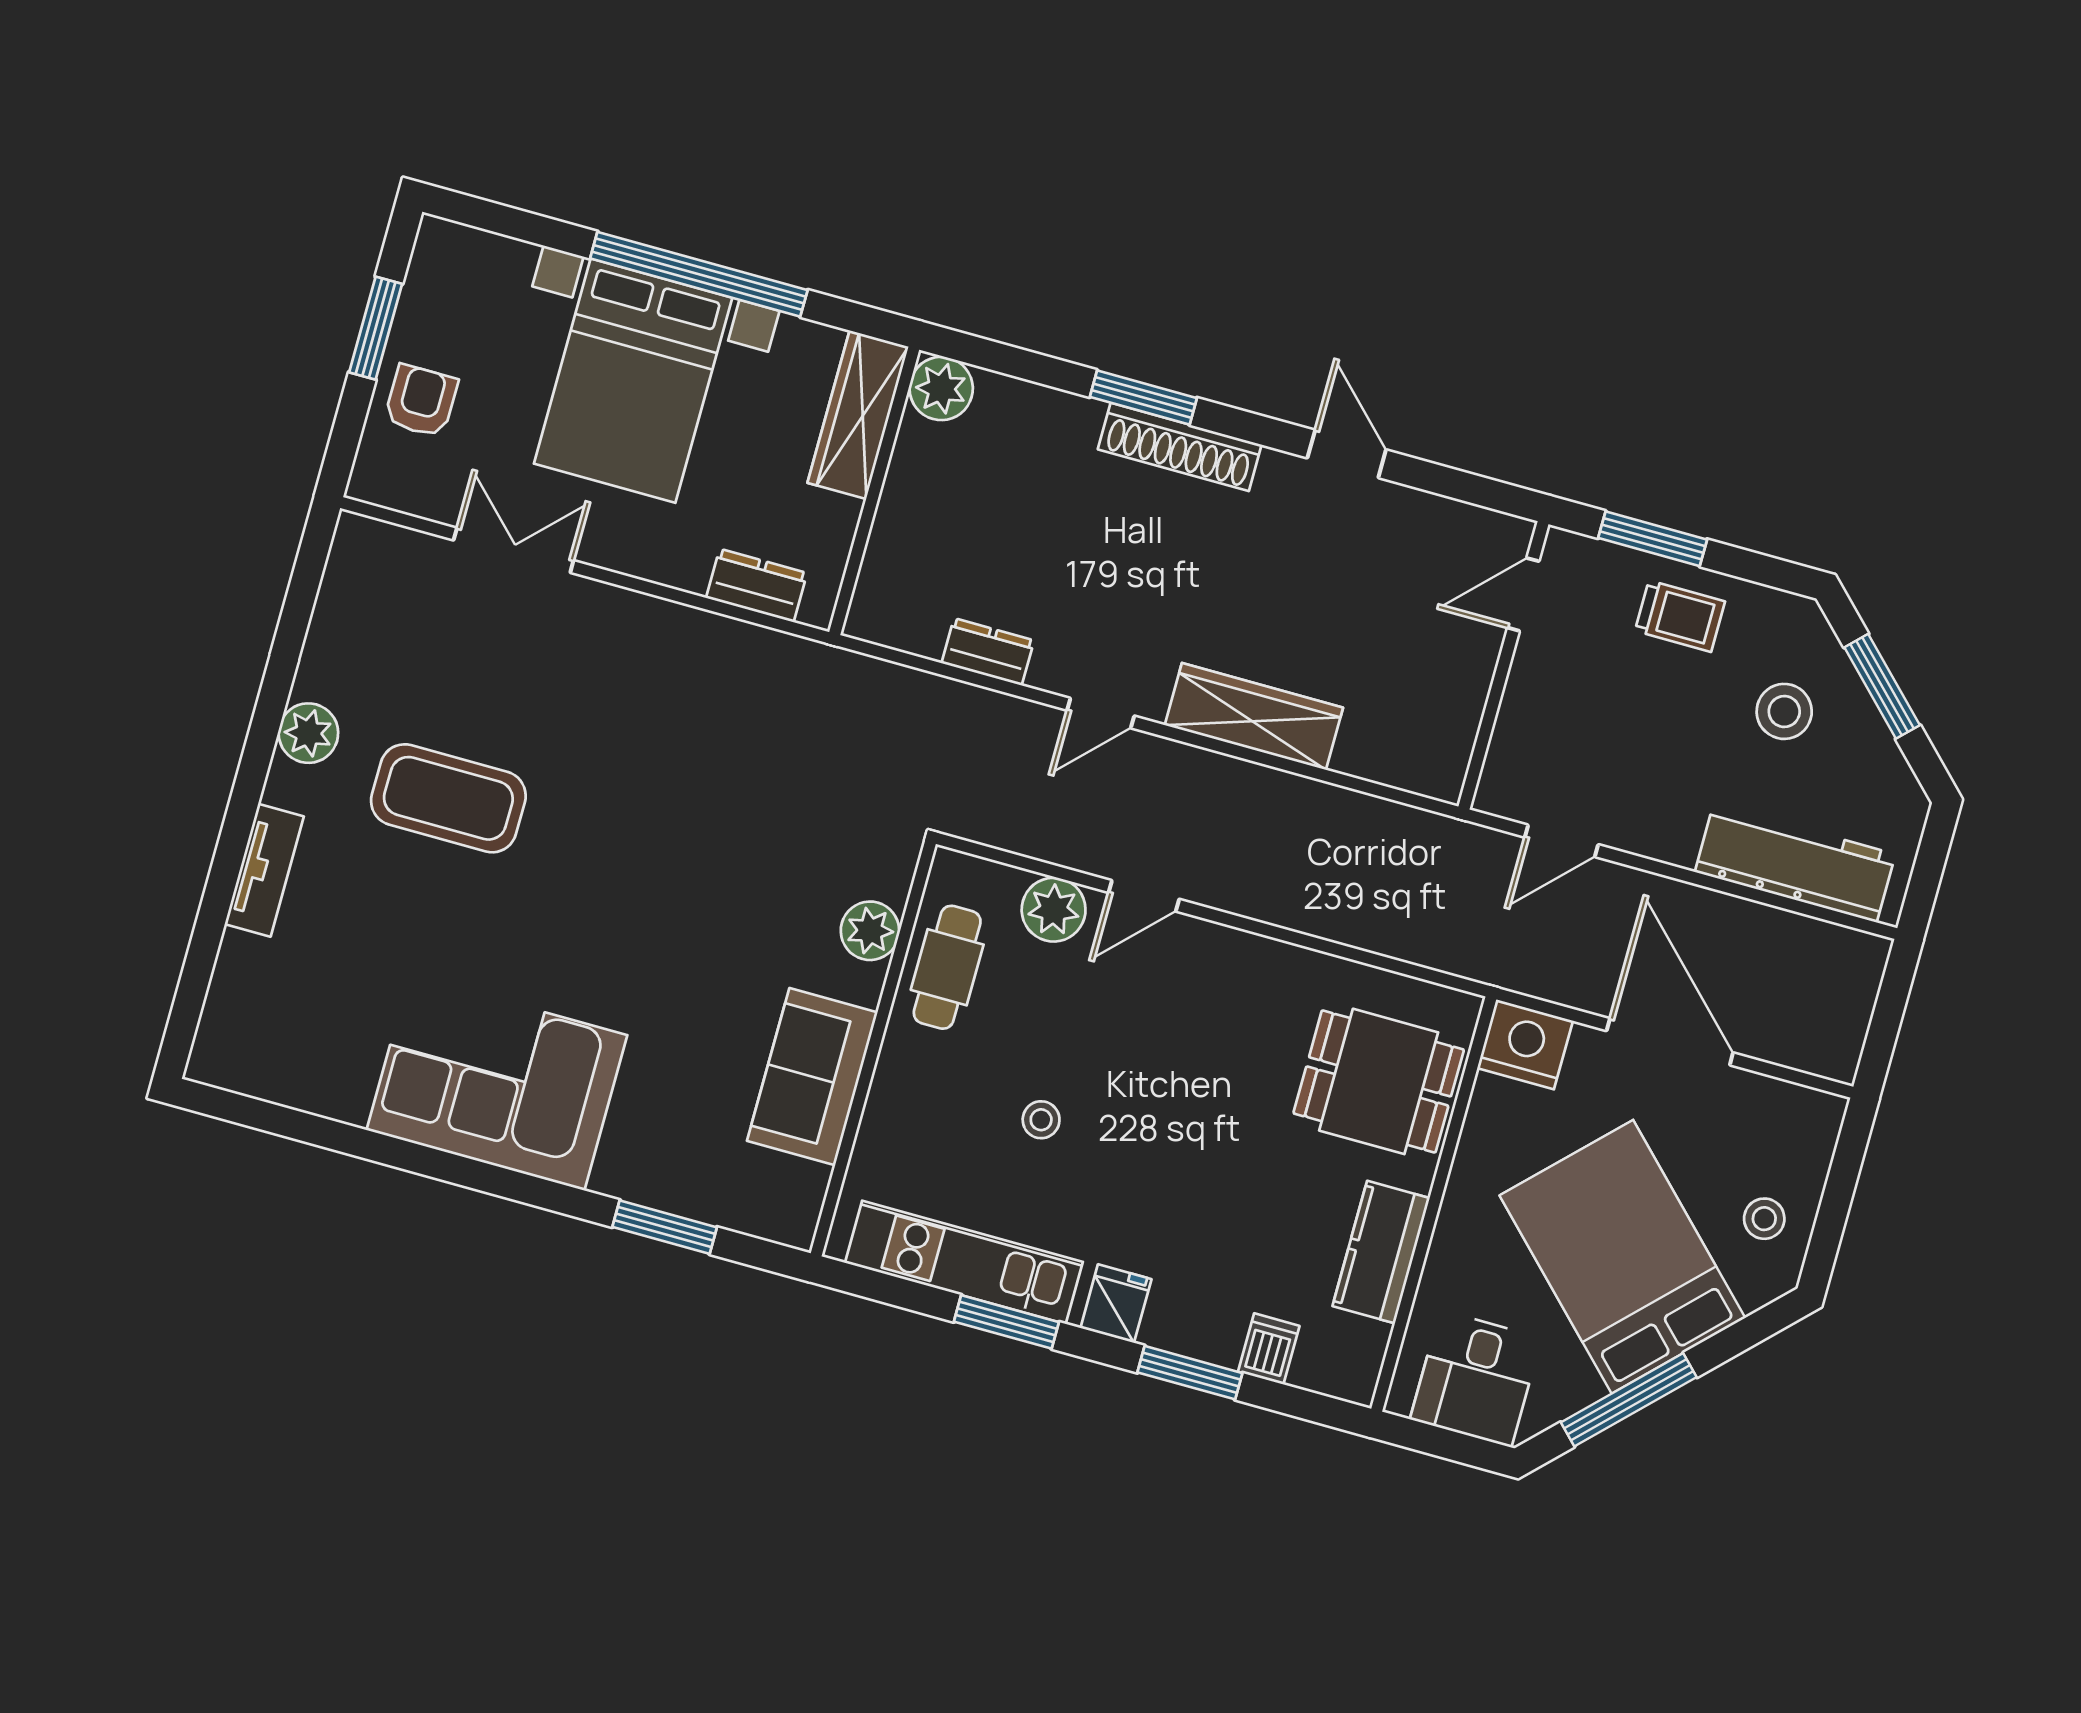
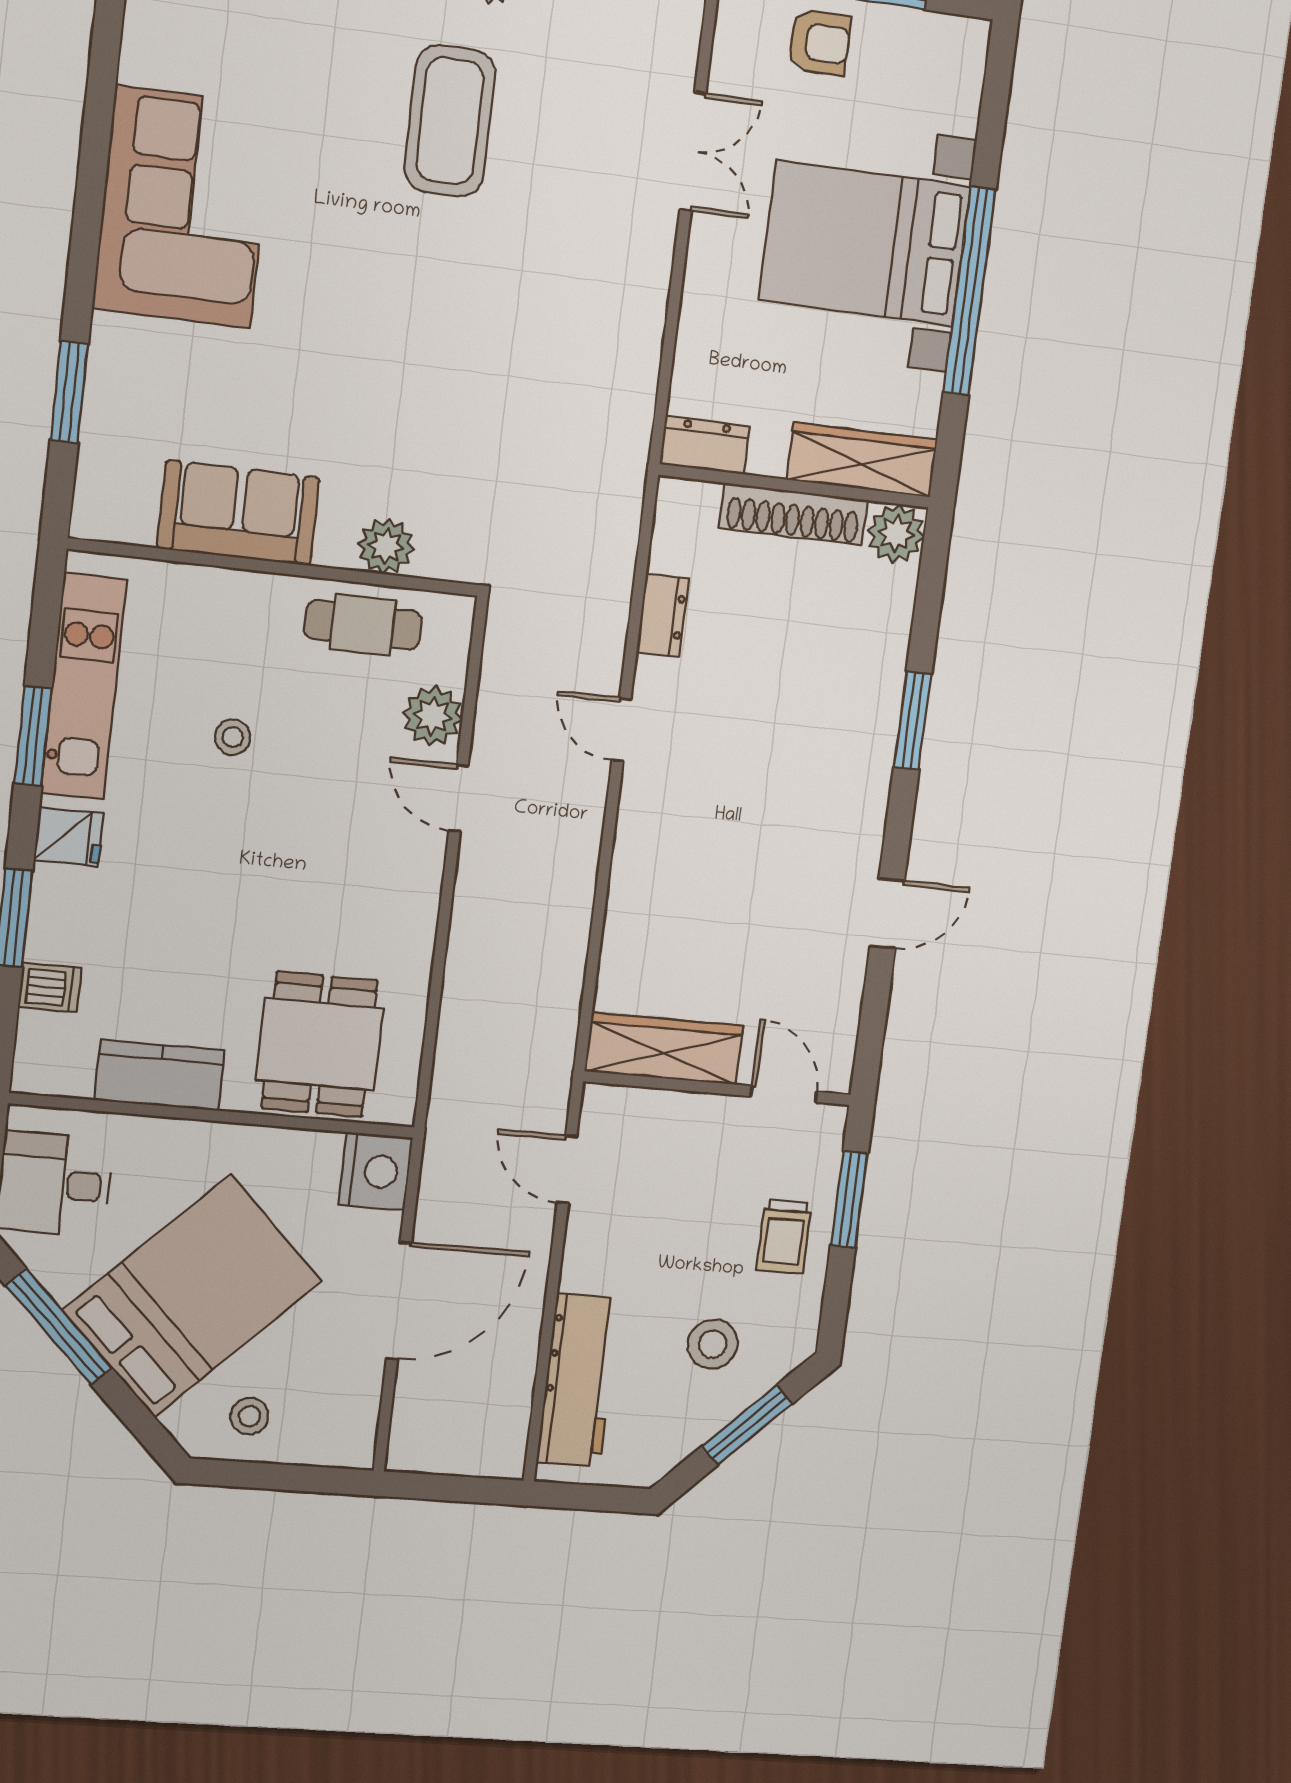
shoe rack: (1180, 447) -> (793, 514), moved, turned -90
dresser: (757, 585) -> (705, 445), moved, turned -90
wardrobe: (1254, 716) -> (664, 1049), moved, turned -90

